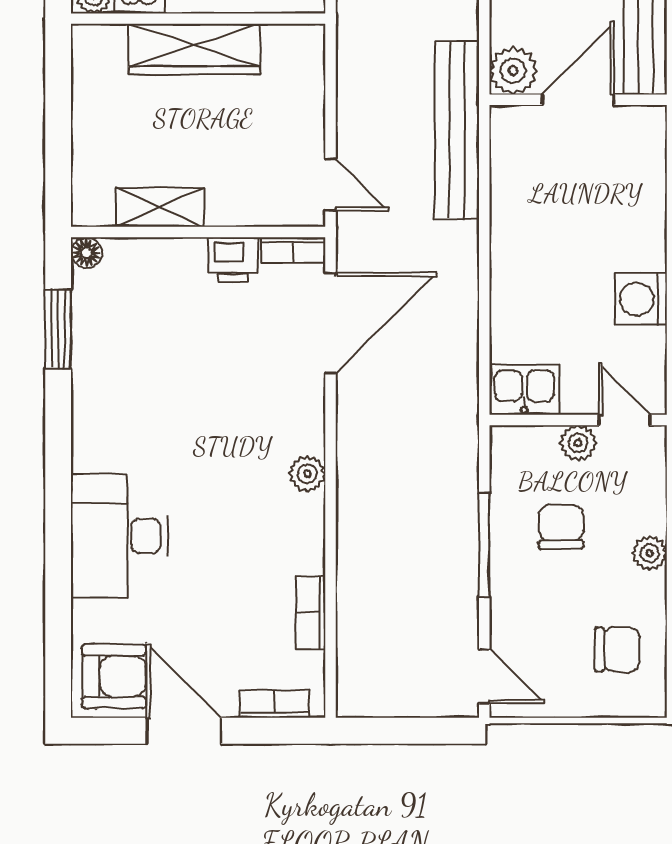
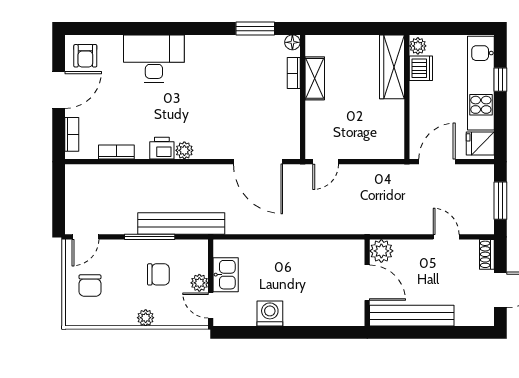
wardrobe: (194, 49) -> (392, 67), moved
bench: (457, 130) -> (181, 224), moved
bookcase: (293, 250) -> (294, 73), moved
printer: (233, 260) -> (162, 148), moved, turned 90
kitchen sink: (524, 389) -> (226, 275), moved
door: (624, 420) -> (211, 305), swing flipped
chair: (617, 650) -> (90, 286), moved
armchair: (114, 676) -> (85, 56), width x0.72, depth x0.72

